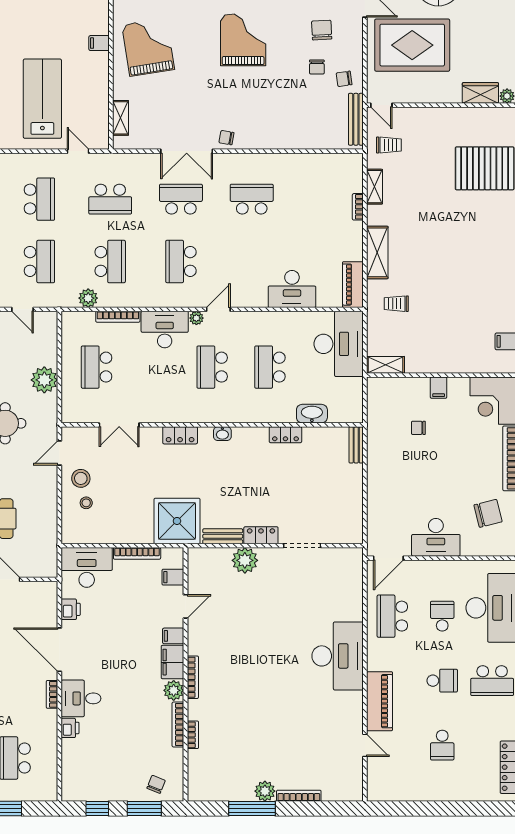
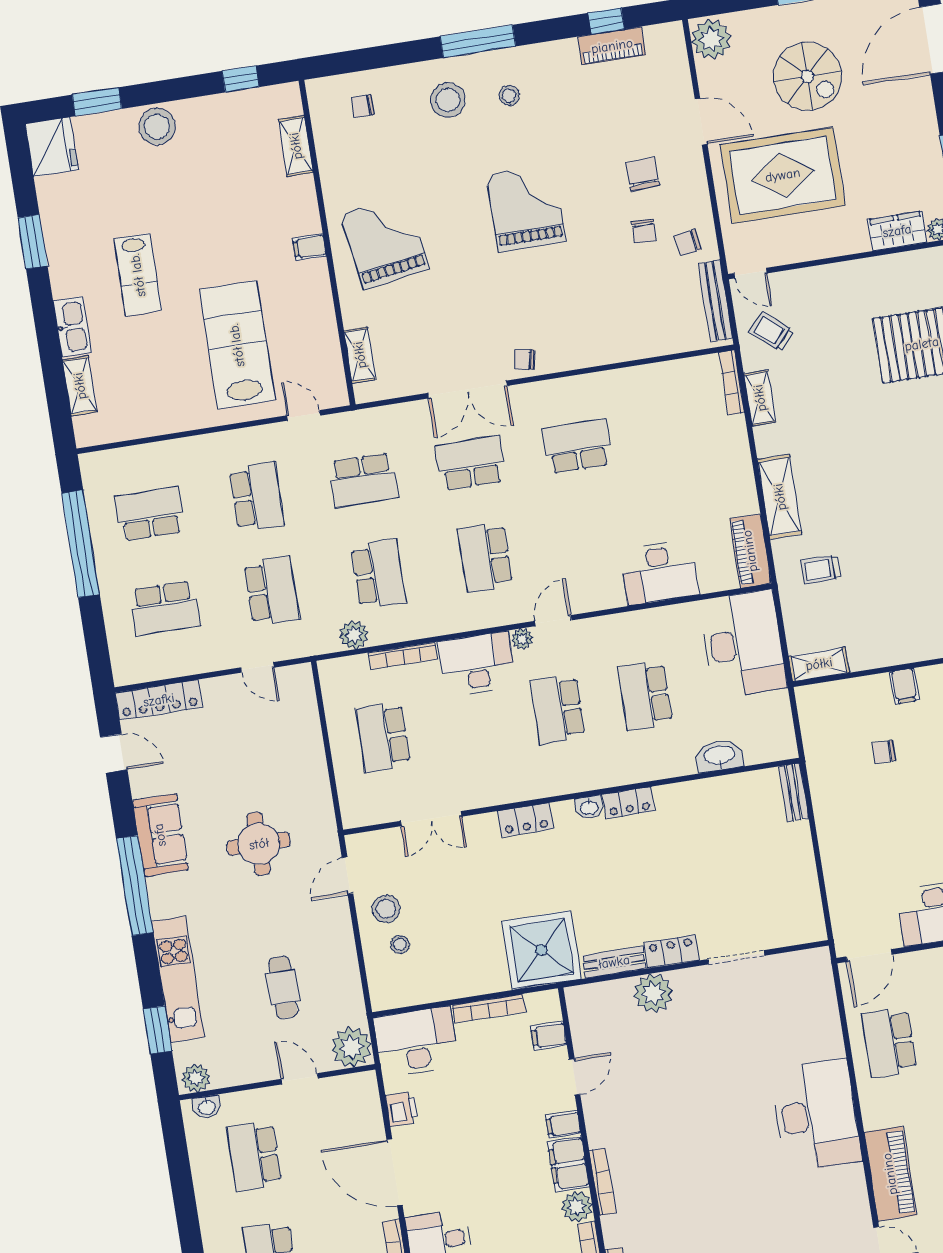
trolley: (389, 145) -> (771, 332), turned -138
bookcase: (358, 207) -> (731, 383), moved, width x1.56
plant: (44, 380) -> (351, 1047), moved
locker: (285, 435) -> (629, 803), moved

